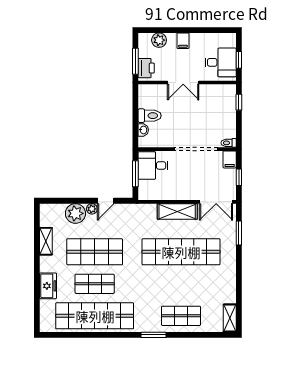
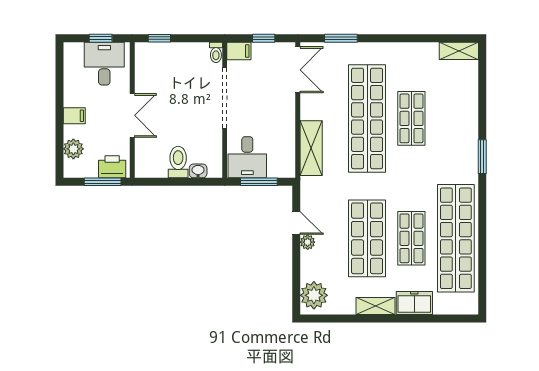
shelving: (177, 211) -> (311, 148), moved
plant: (75, 213) -> (314, 295), moved
shelving: (46, 241) -> (376, 306), moved
shop shelf: (181, 316) -> (411, 118), moved

